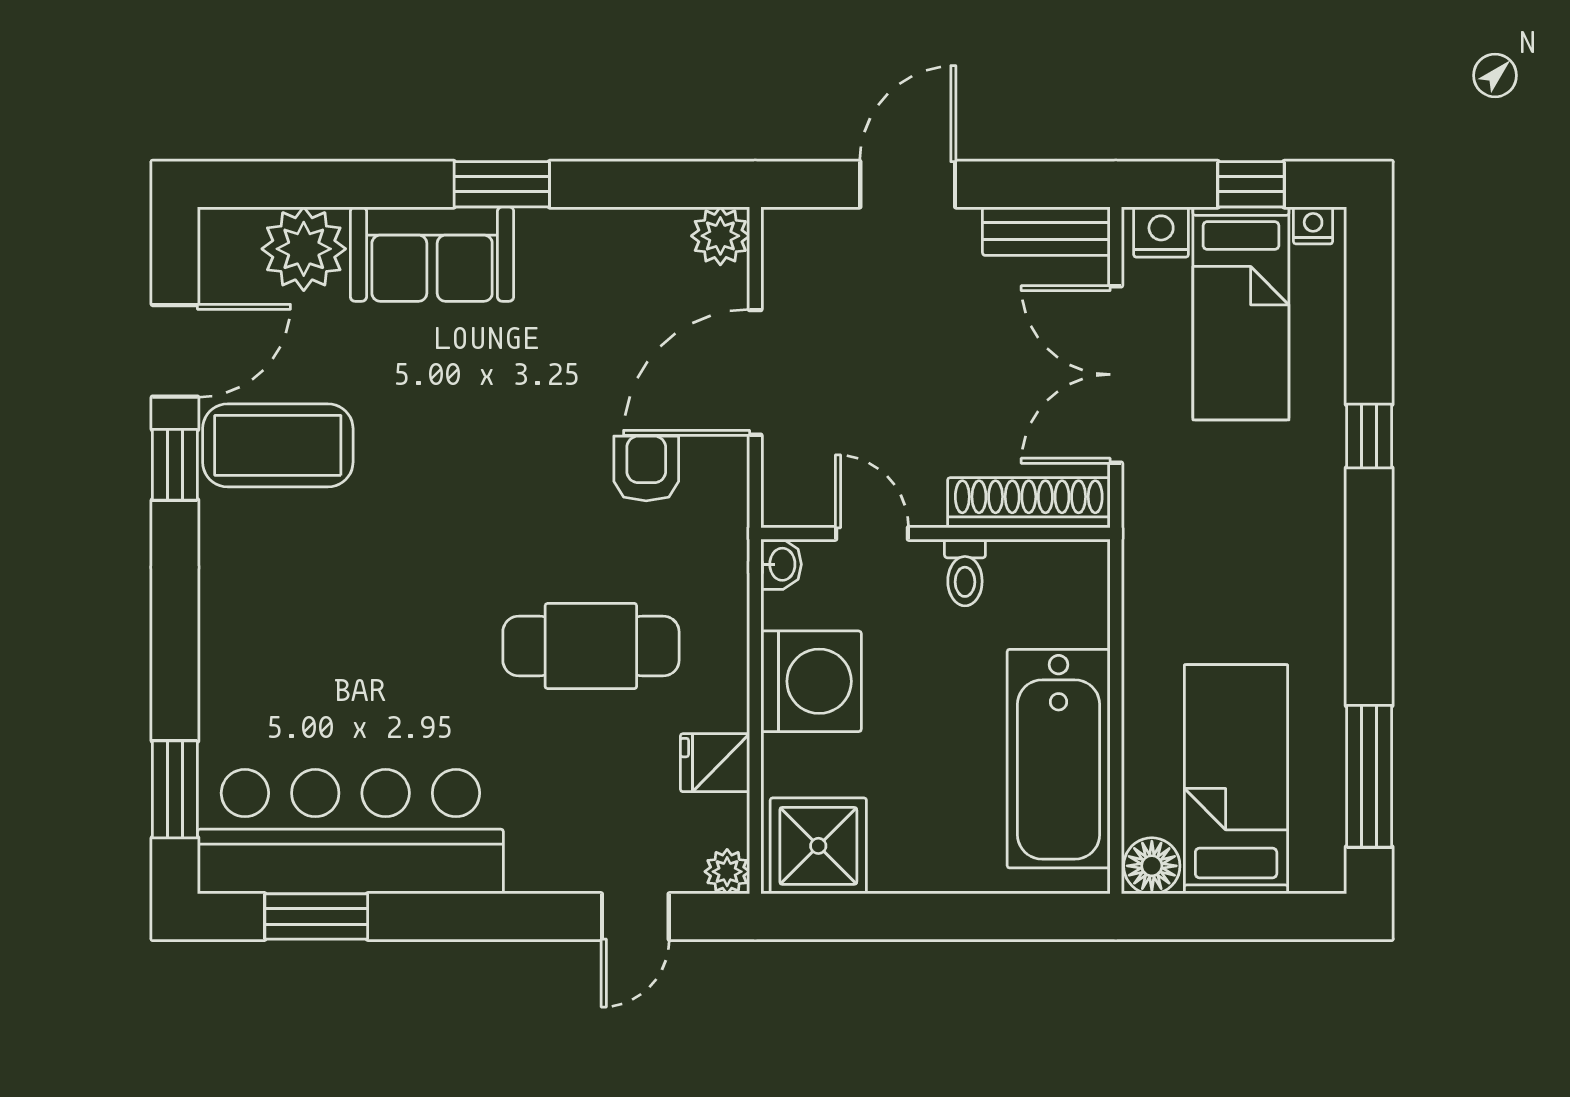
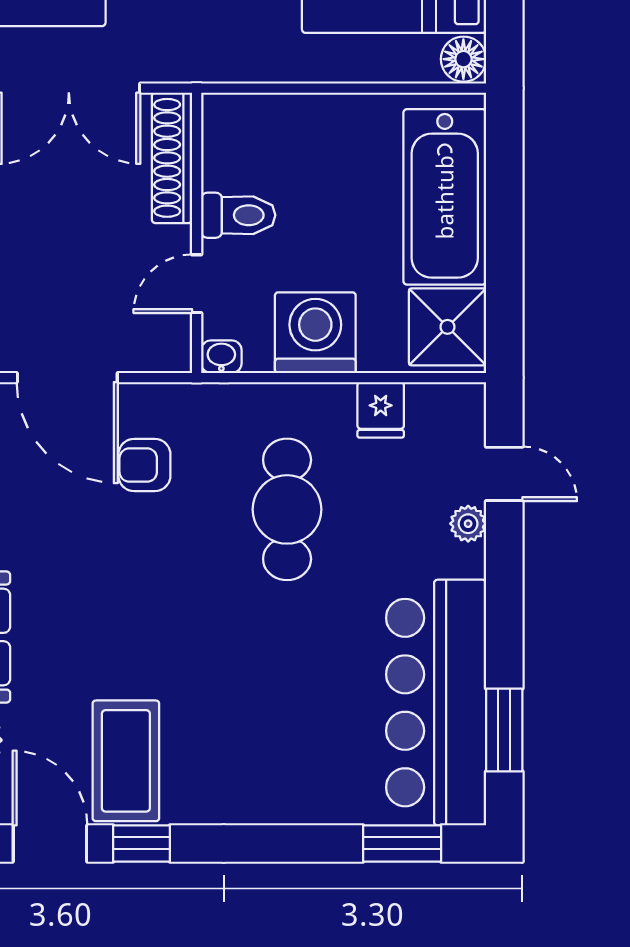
toilet: (965, 572) -> (238, 215), width x1.37, depth x1.39
bathtub: (1059, 759) -> (445, 197), moved, turned 90
plant: (727, 872) -> (468, 524), moved

